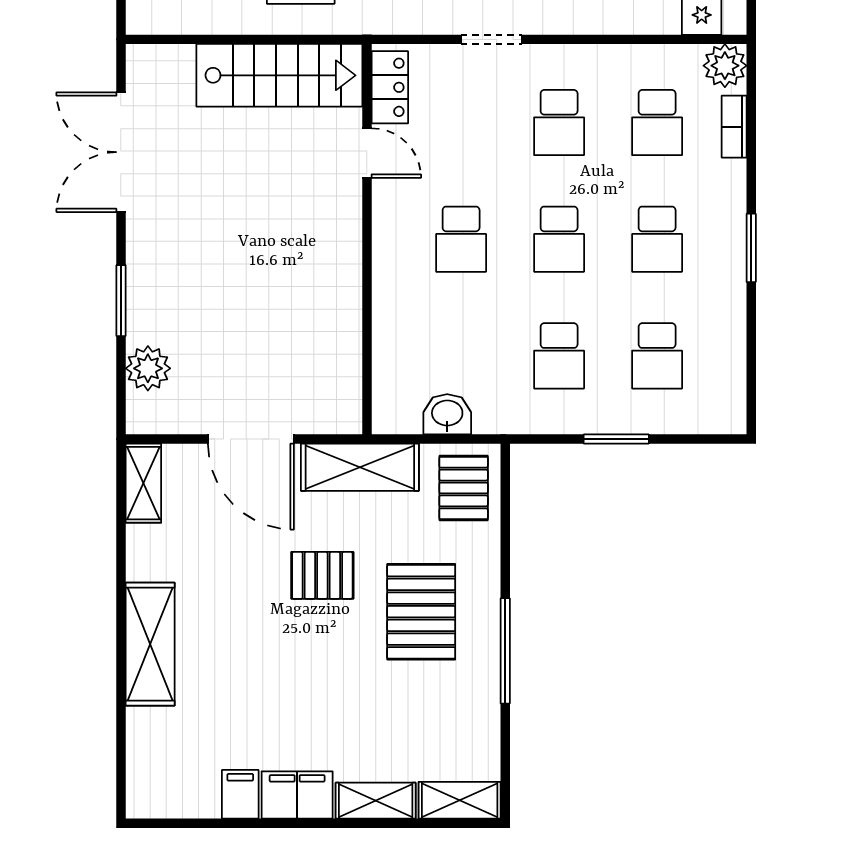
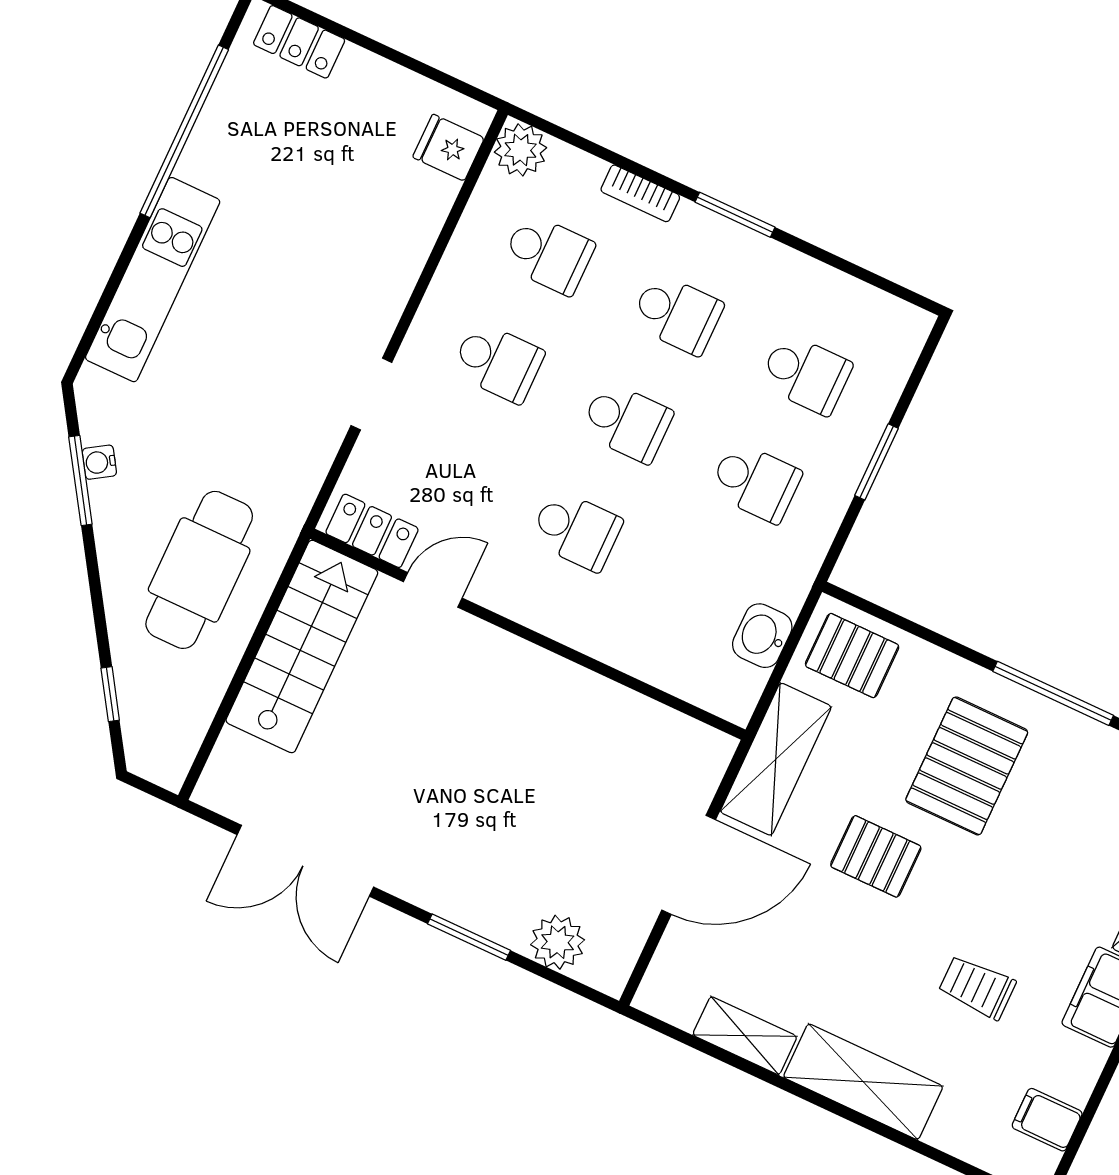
bookcase: (734, 127) -> (640, 193), moved
shelving: (143, 483) -> (745, 1036), moved
pallet: (322, 575) -> (876, 856), turned 90
pallet: (421, 612) -> (967, 766), turned 90
trolley: (260, 696) -> (977, 987), added
filing cabinet: (240, 794) -> (1047, 1120), moved

